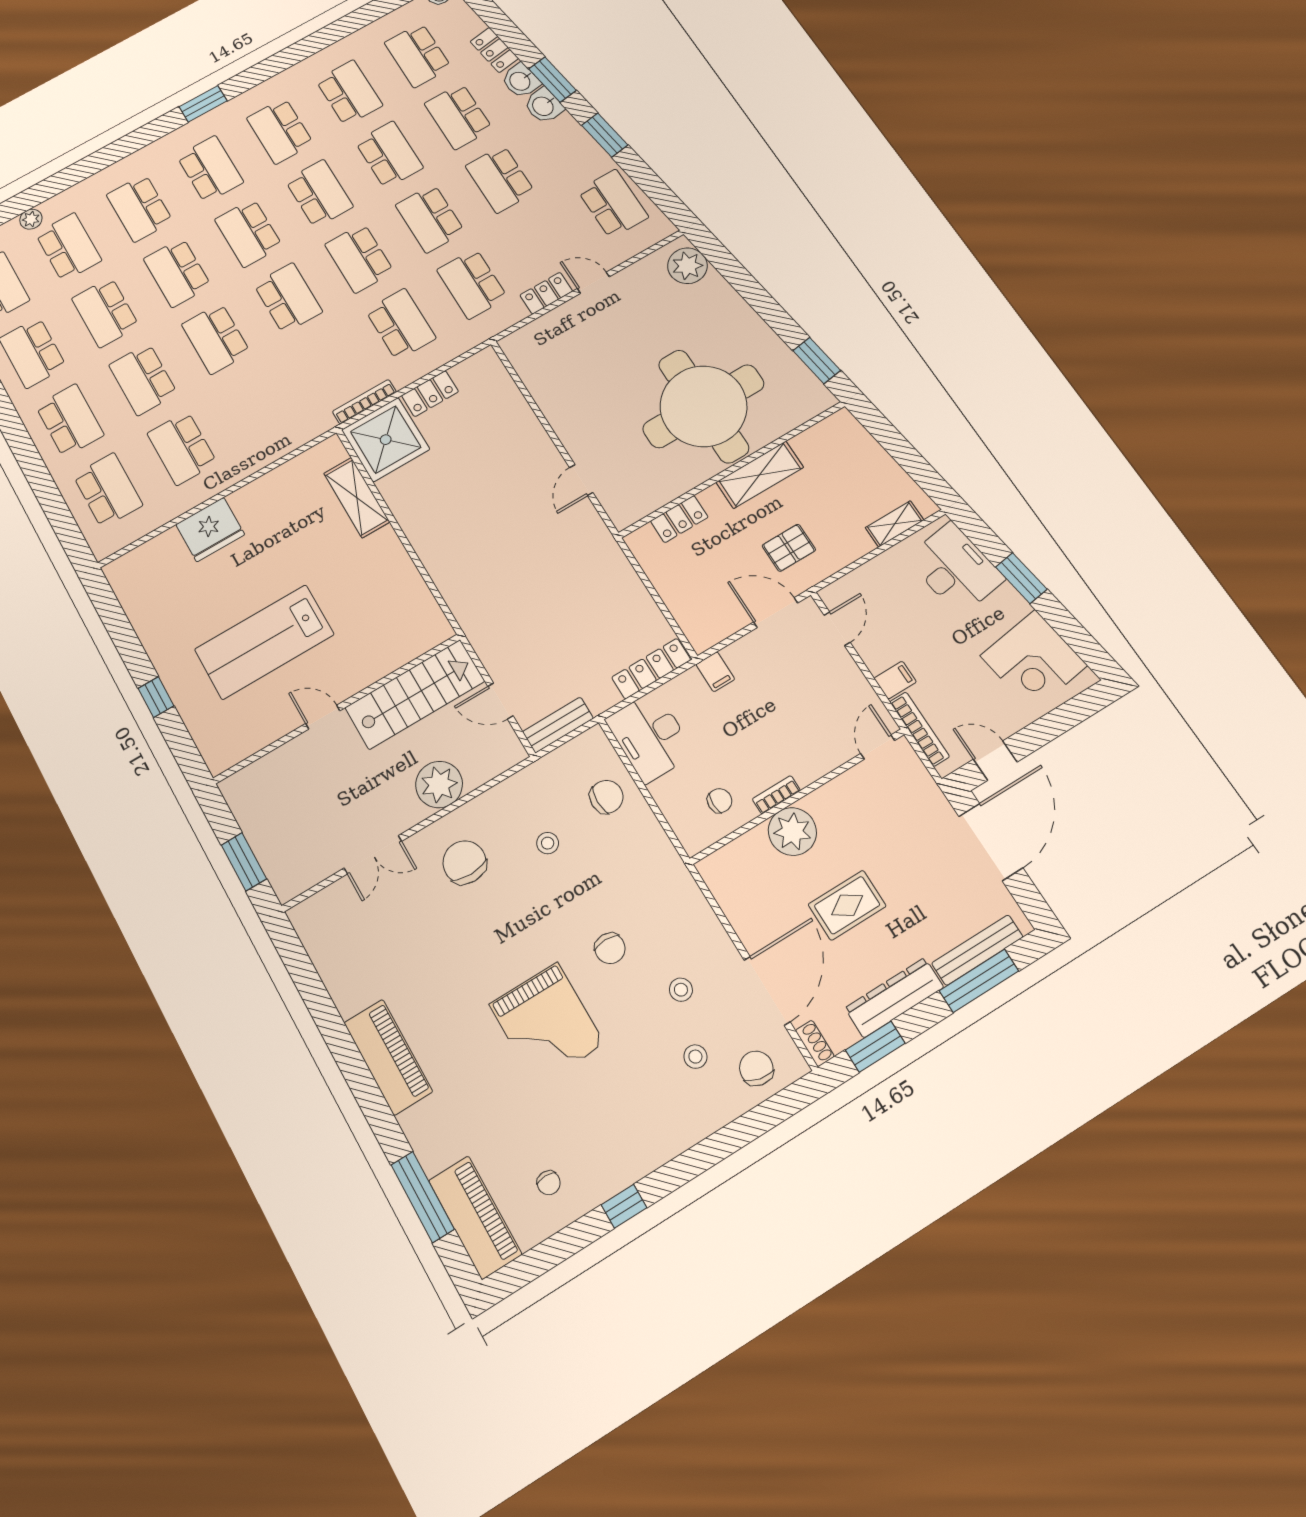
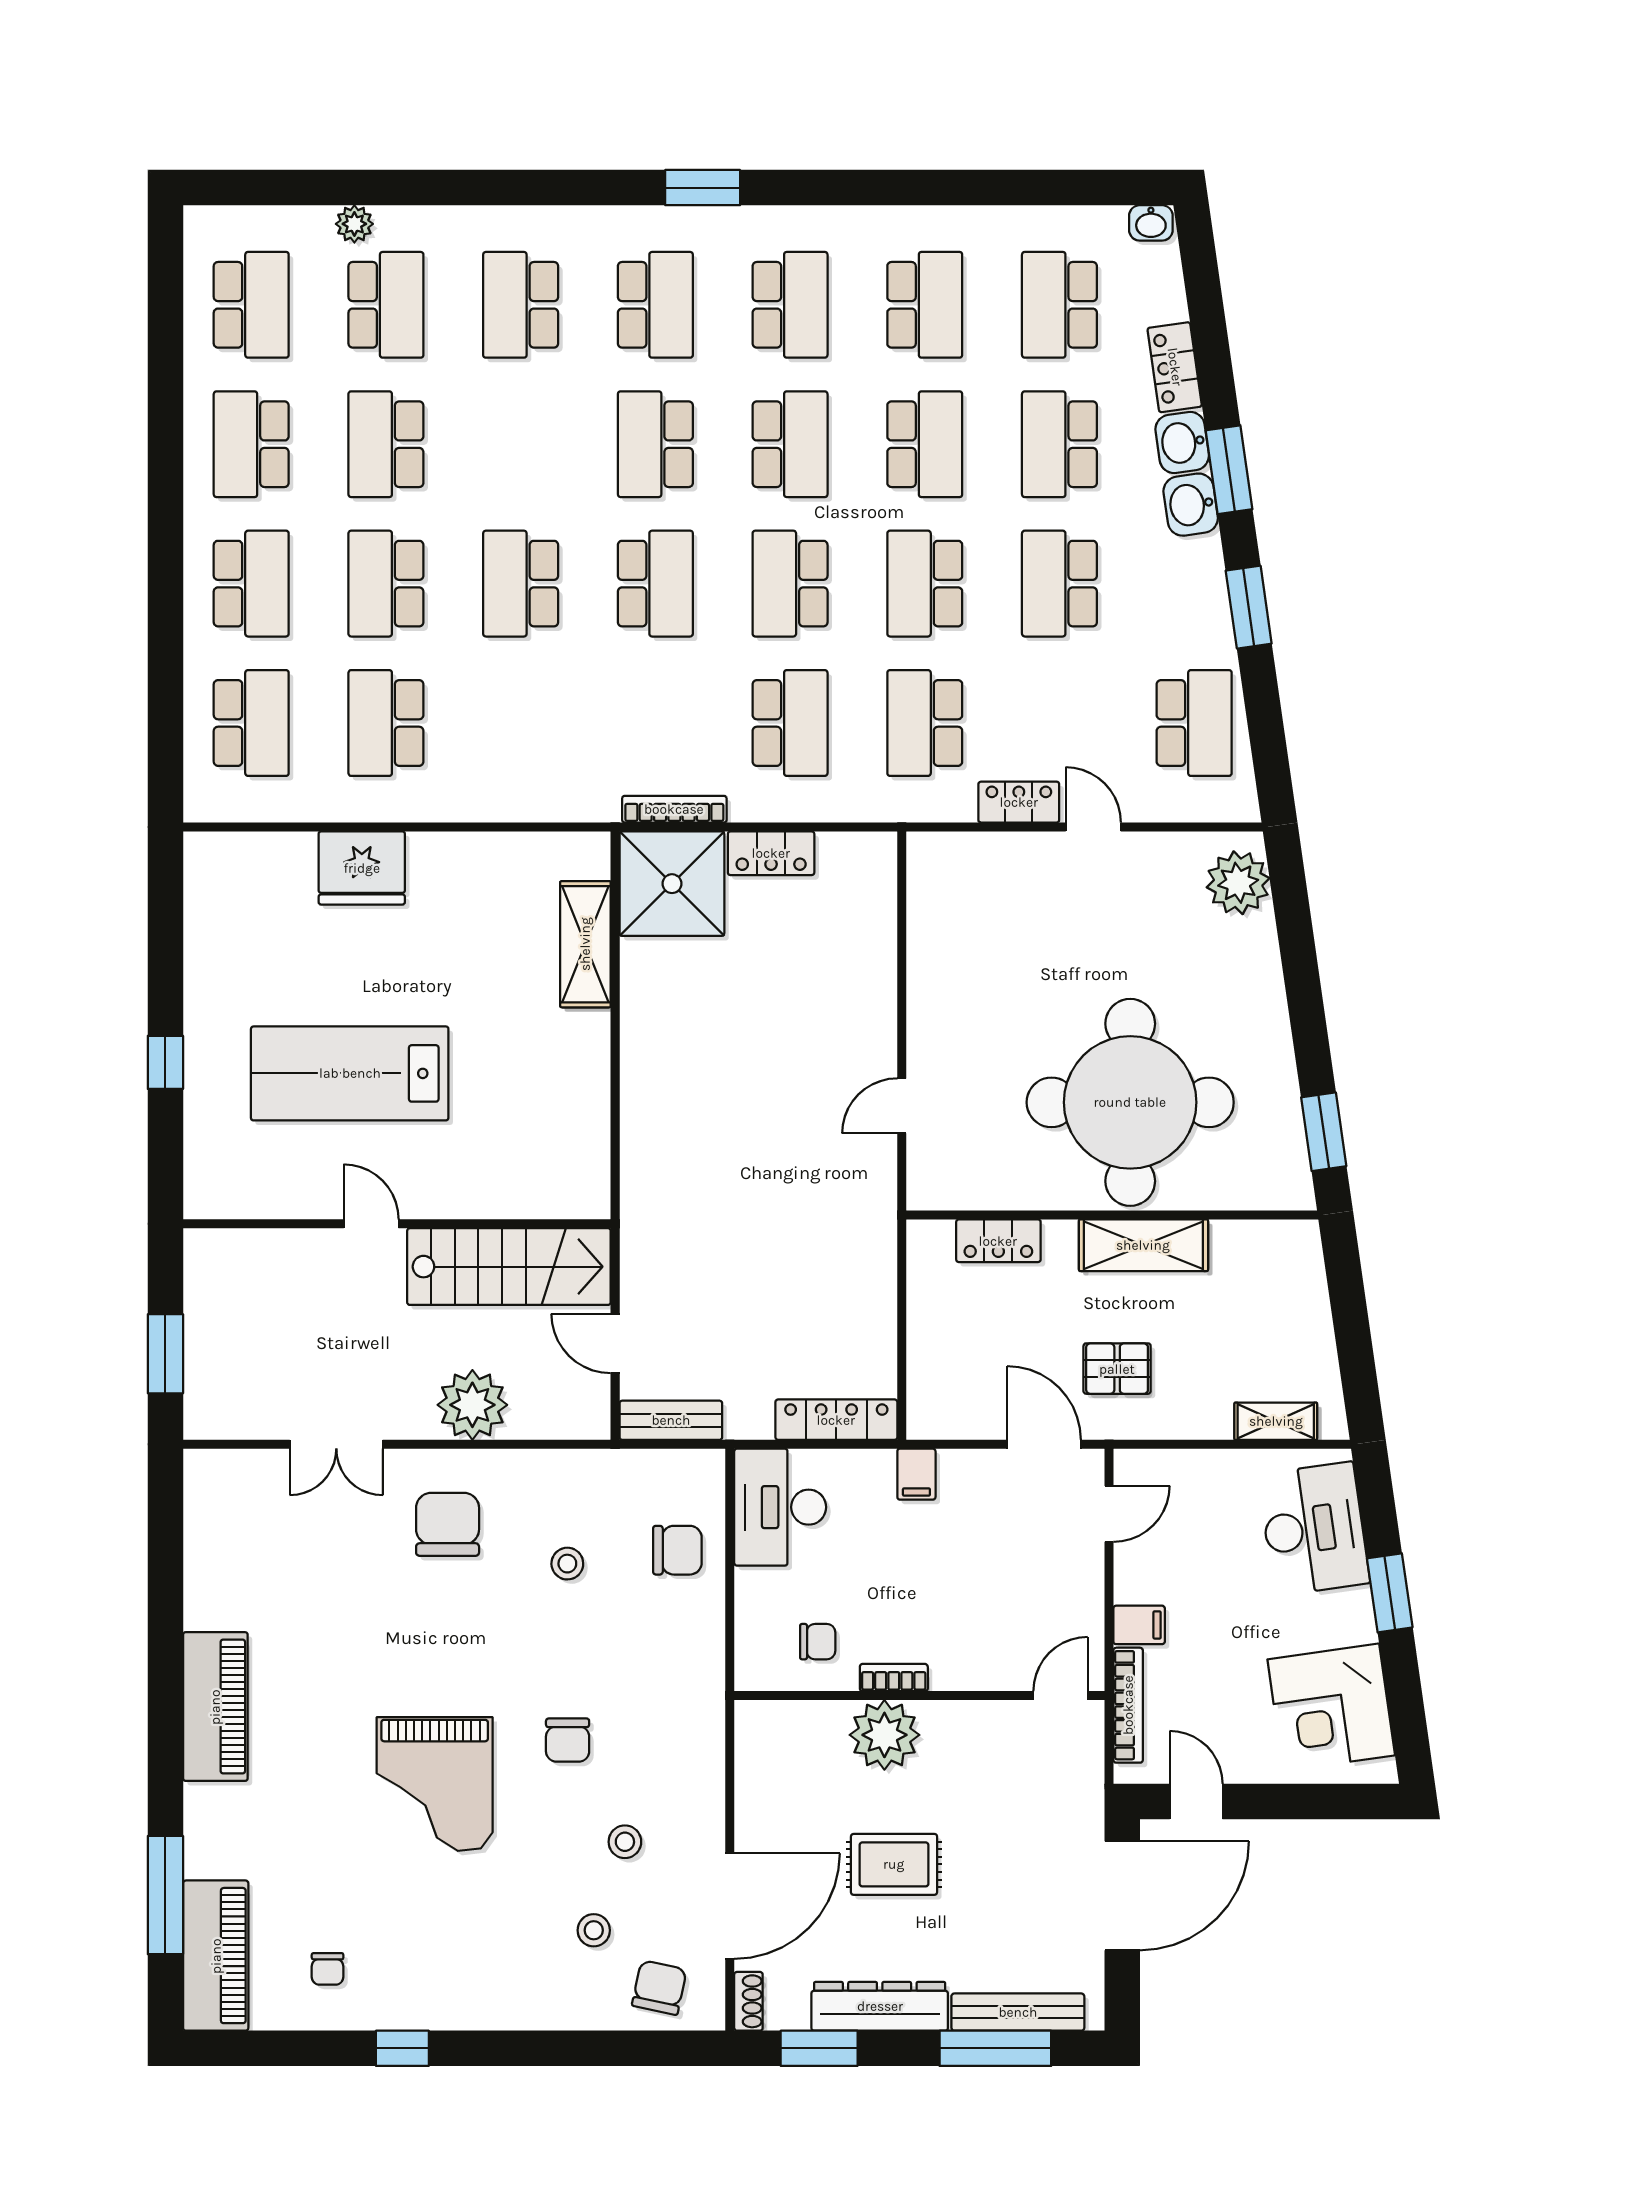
school desk: (280, 131) -> (790, 305), turned 180
school desk: (177, 272) -> (521, 444), removed

